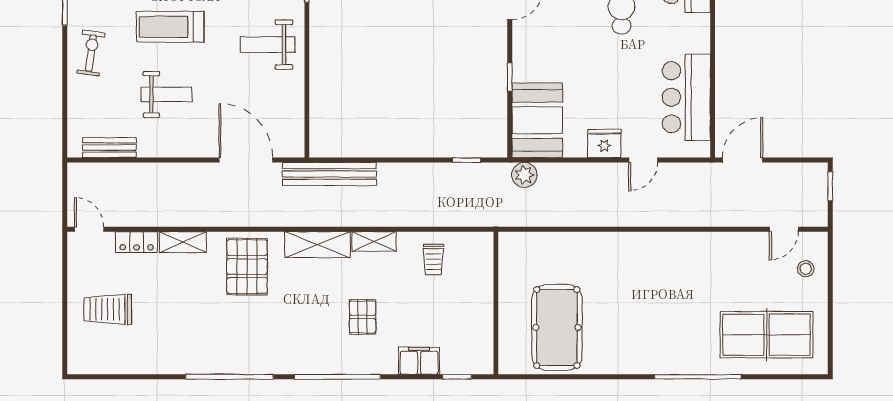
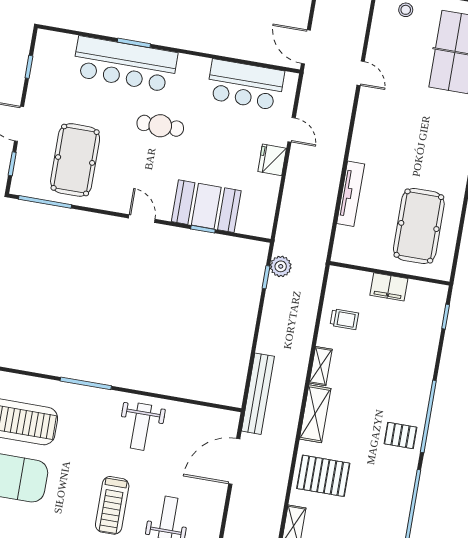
booth: (537, 120) -> (206, 206), moved
plant: (524, 175) -> (281, 266), moved
door: (784, 229) -> (361, 73), moved
tv unit: (581, 242) -> (351, 194), added
pallet: (363, 317) -> (400, 435), moved
pool table: (557, 327) -> (419, 226), turned 90
filing cabinet: (419, 361) -> (389, 287), moved, turned -90

